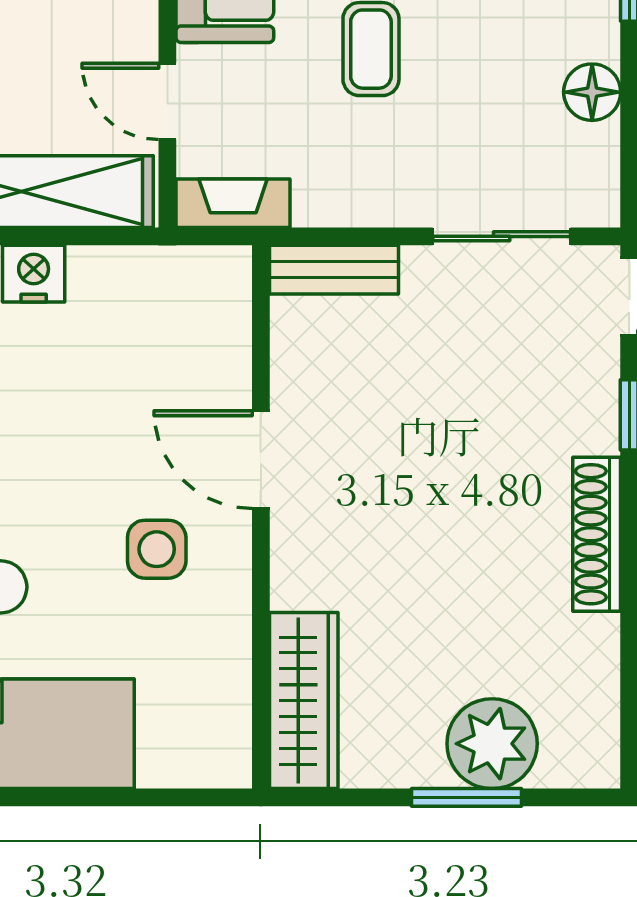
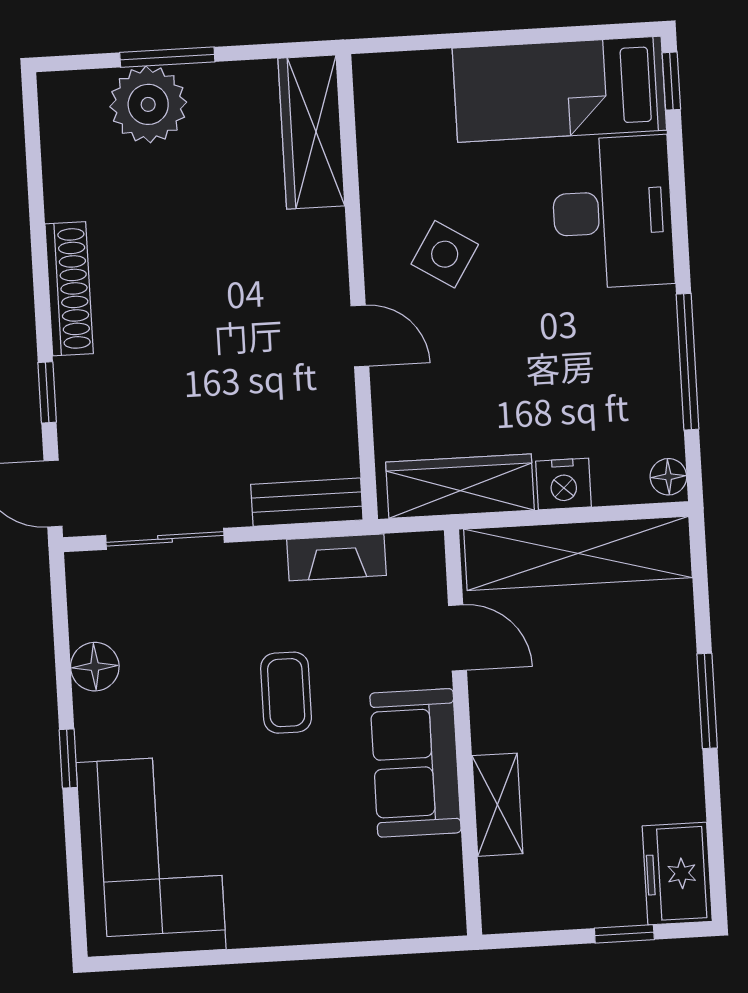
fireplace: (233, 203) -> (337, 557), moved
wardrobe: (154, 278) -> (460, 486), added
door: (261, 460) -> (360, 336), width x0.73
side table: (157, 549) -> (445, 254), turned 32

